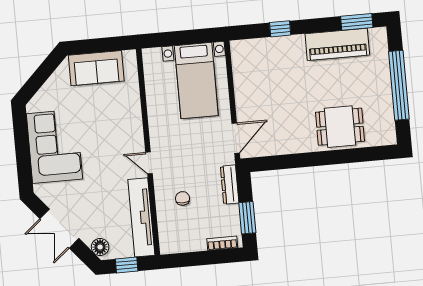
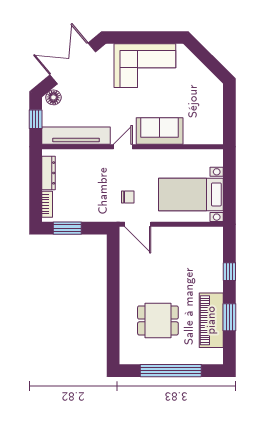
window: (357, 22) -> (229, 317), moved
sofa: (96, 68) -> (160, 131), moved, turned 90
dining table: (340, 127) -> (158, 320), moved, turned 90
dresser: (230, 185) -> (48, 173), moved, turned 90
chair: (183, 198) -> (128, 197), moved
double door: (59, 229) -> (73, 63), width x1.37

